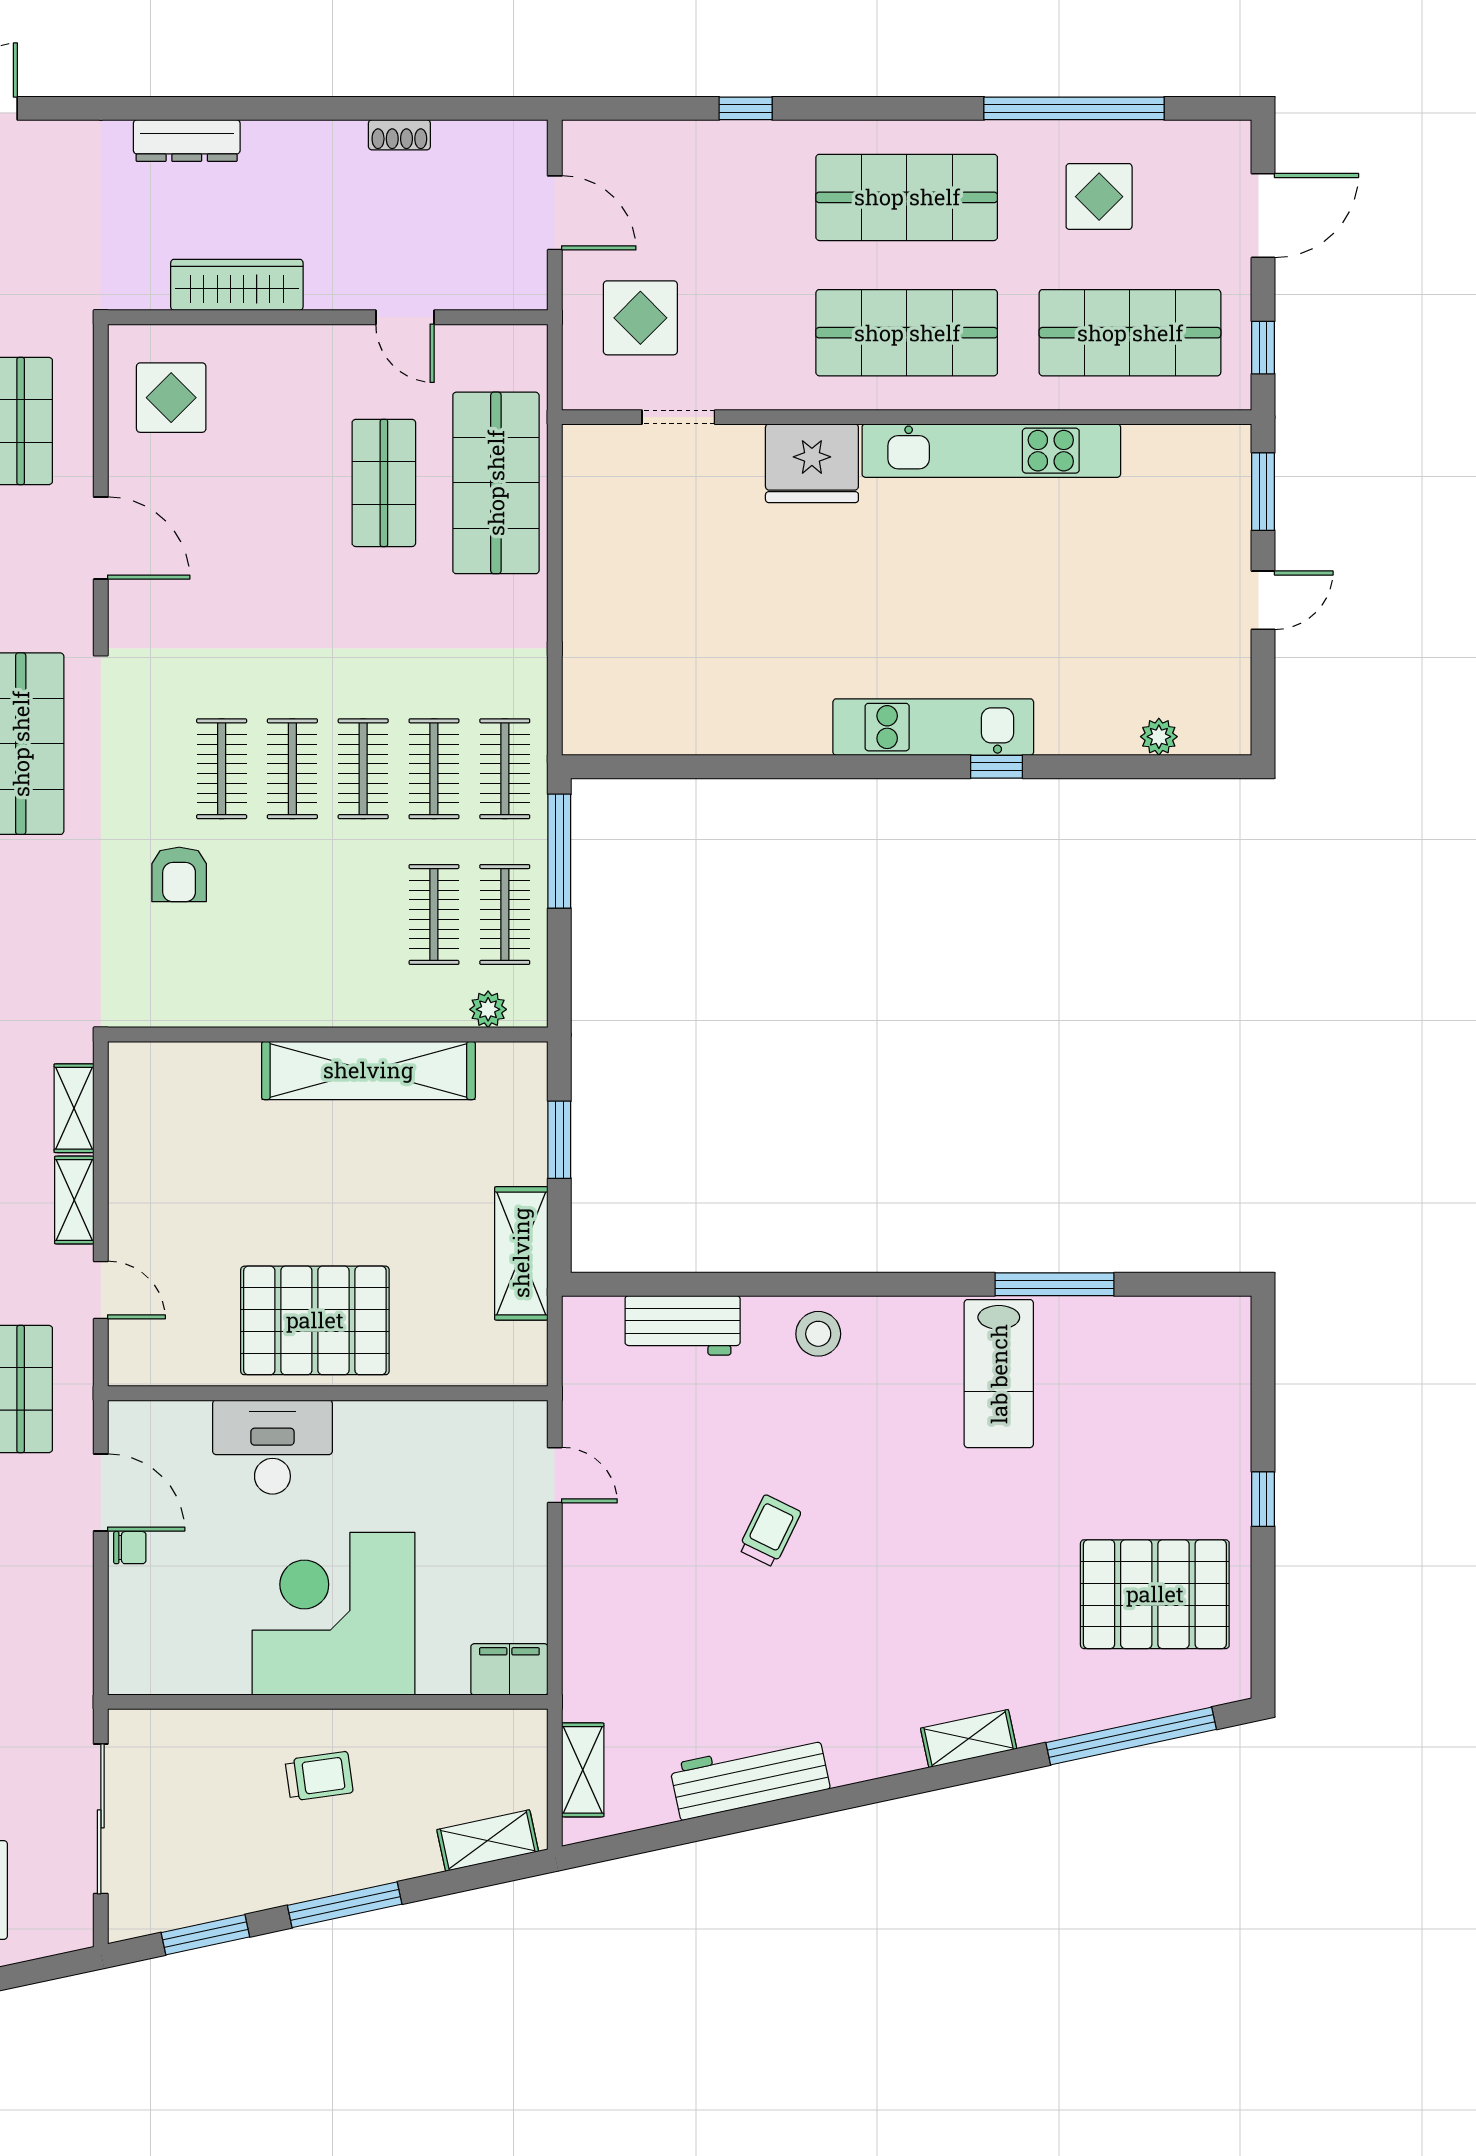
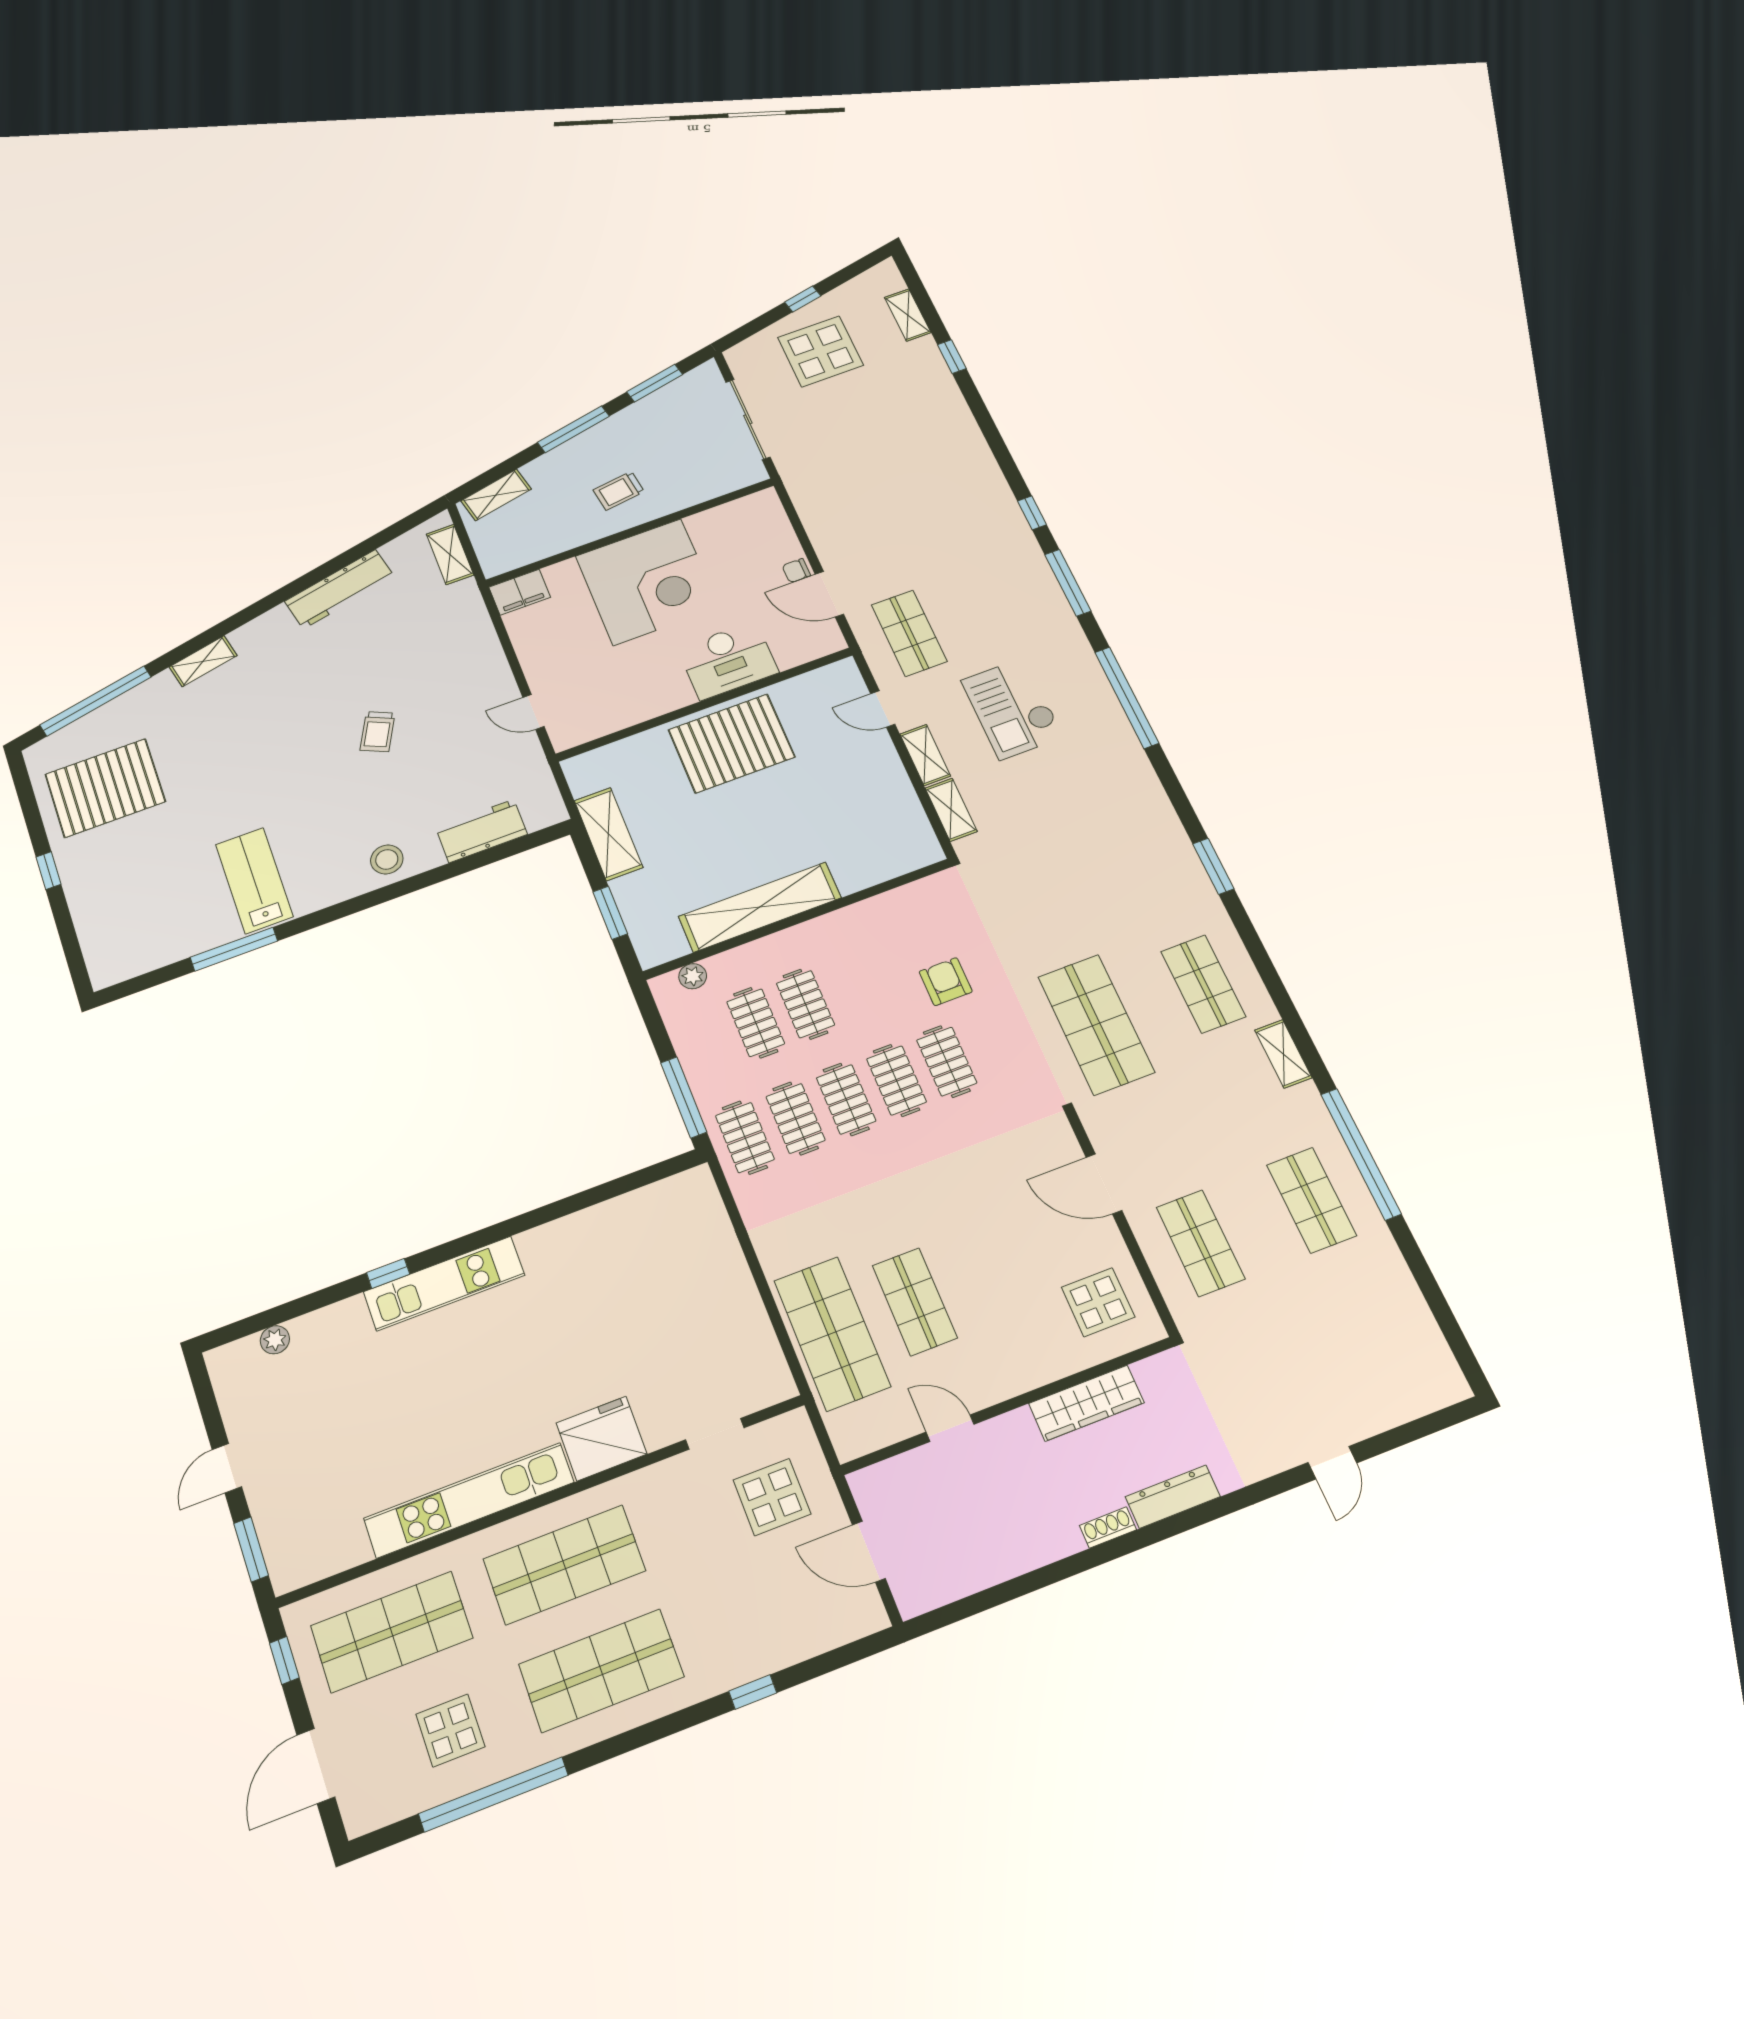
shoe rack: (399, 135) -> (1108, 1528), moved
clothes rail: (505, 914) -> (805, 1004), moved

